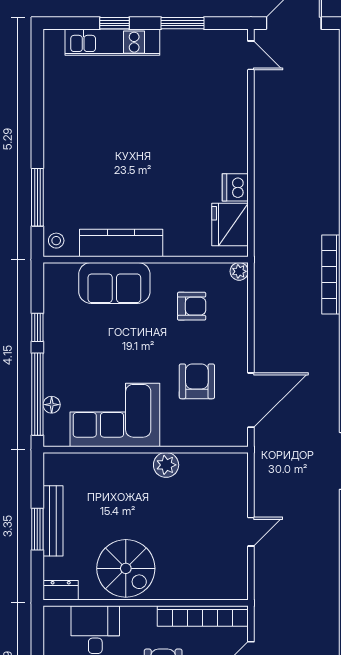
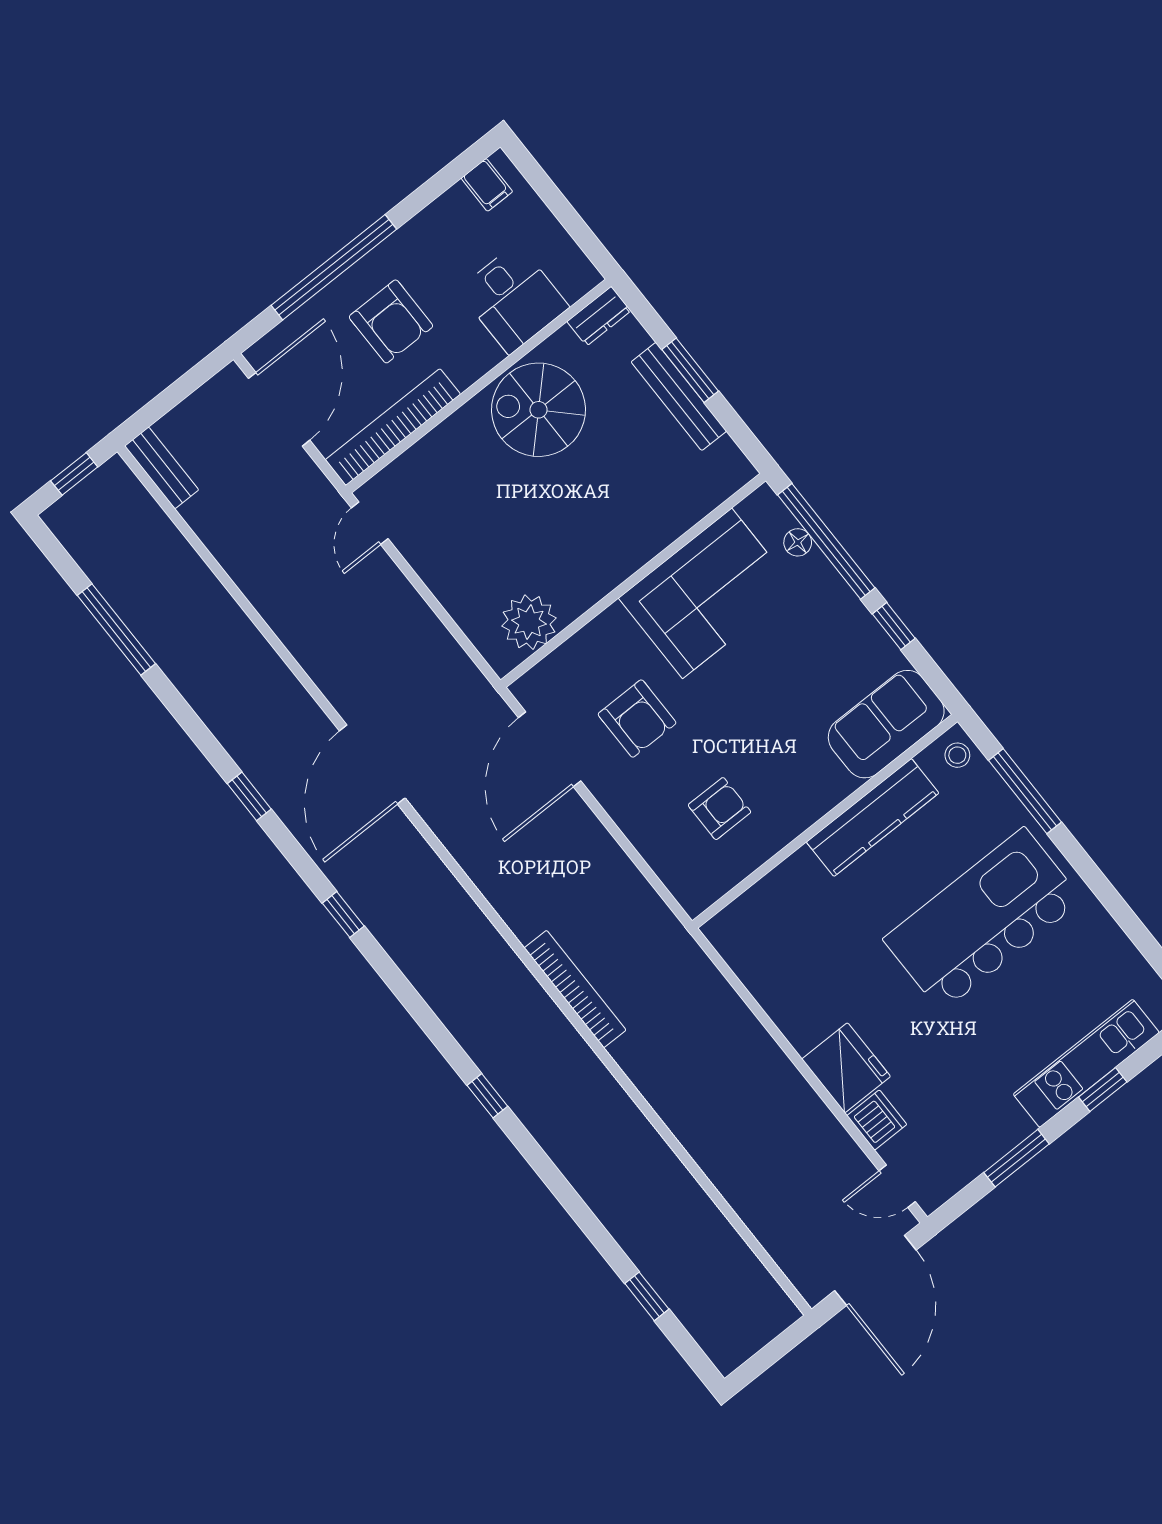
kitchen island: (107, 151) -> (983, 920), added
dishwasher: (235, 187) -> (877, 1120), moved
fridge: (230, 224) -> (846, 1068), moved
plant: (239, 271) -> (694, 901), removed
sofa: (114, 283) -> (886, 724), moved
armchair: (192, 306) -> (720, 809), turned 180
plant: (166, 465) -> (529, 622), moved, width x1.36, depth x1.36
door: (251, 532) -> (370, 523), moved

